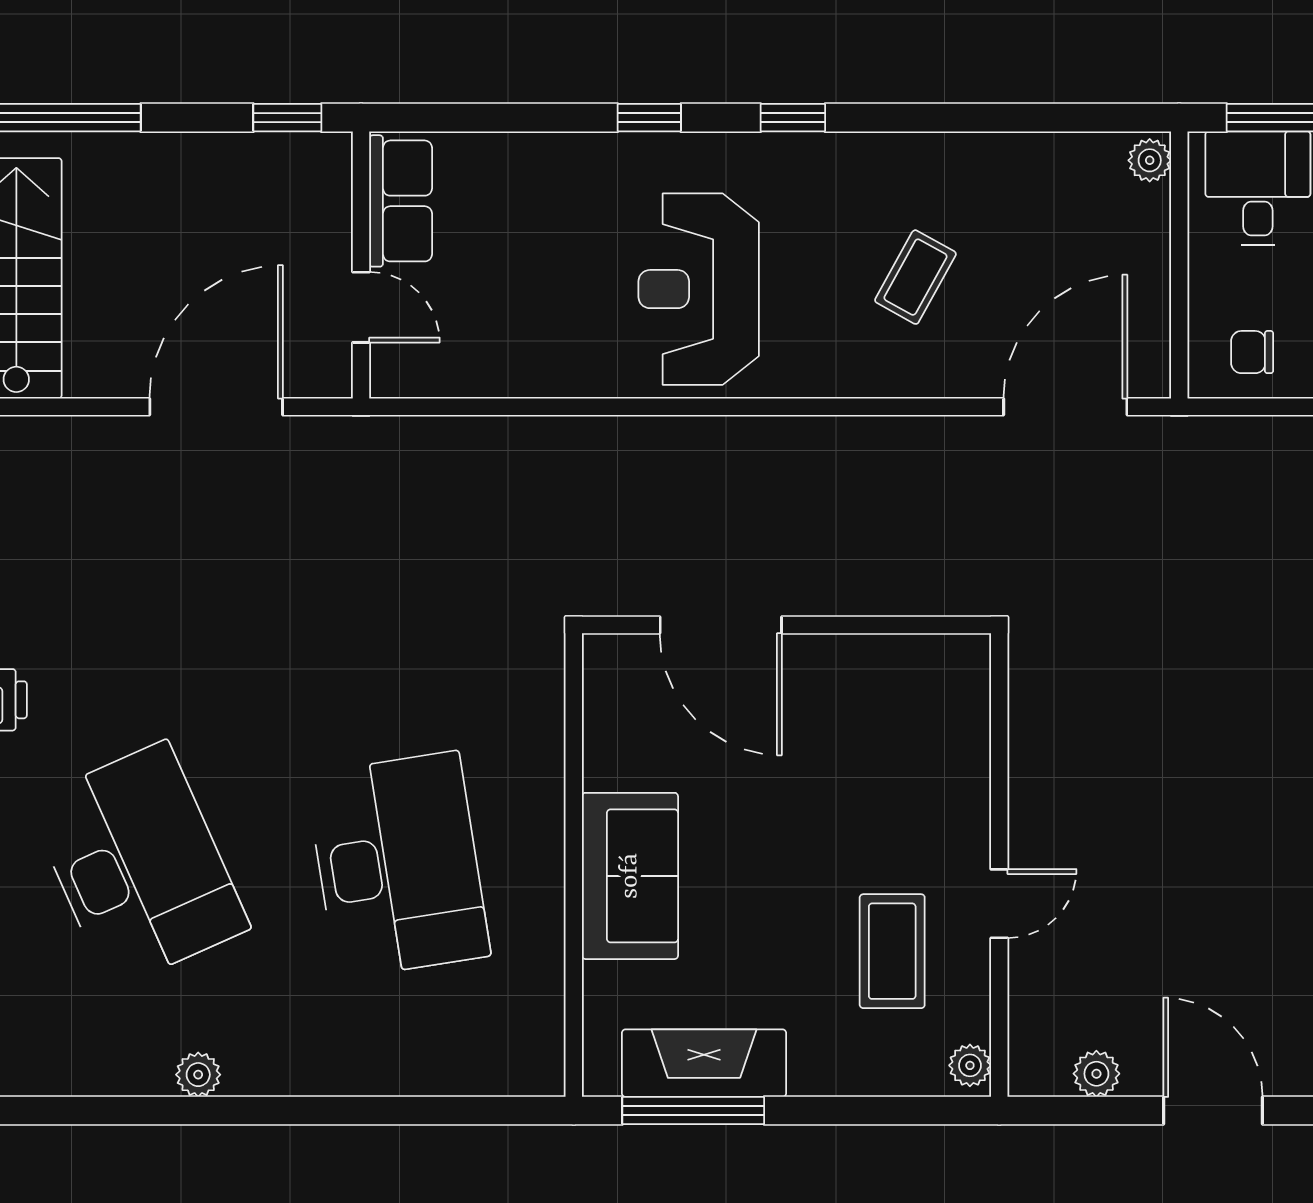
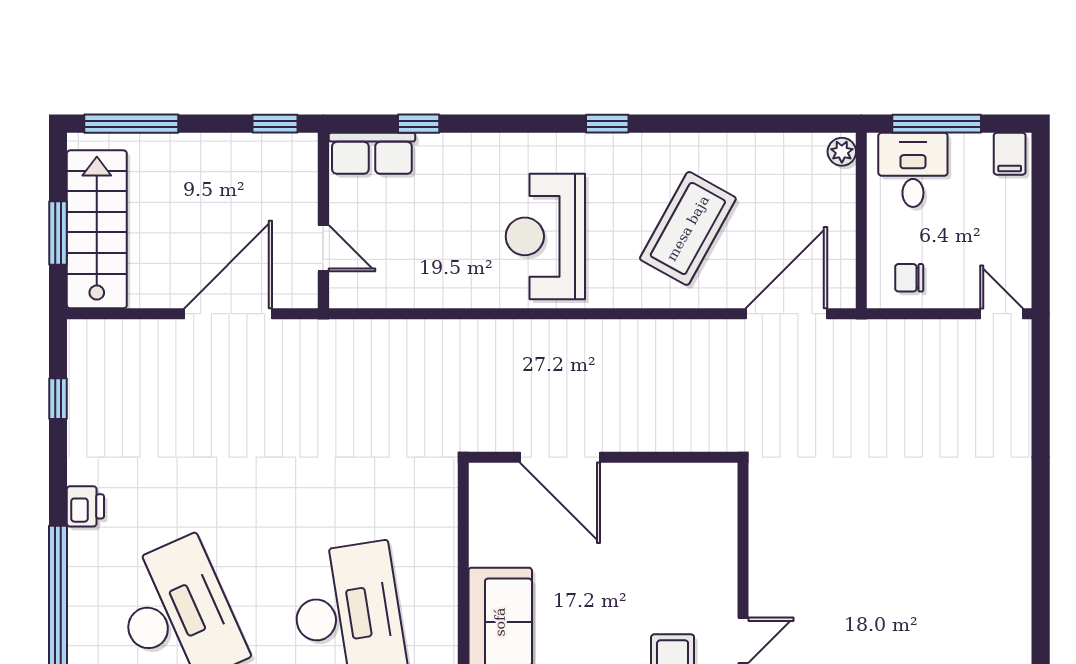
window: (649, 118) -> (419, 124), moved
row of seats: (401, 201) -> (372, 153), moved, turned 90
coffee table: (915, 277) -> (688, 228), width x1.86, depth x1.72

